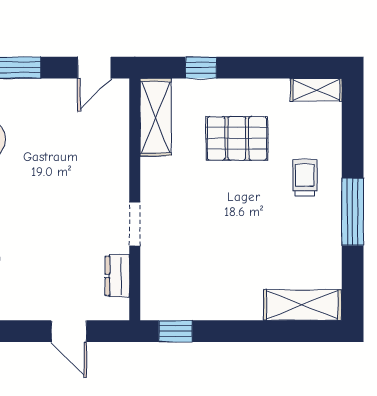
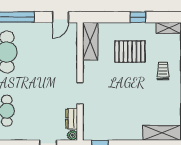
window: (201, 68) -> (138, 17), moved
plant: (119, 310) -> (72, 135), added

